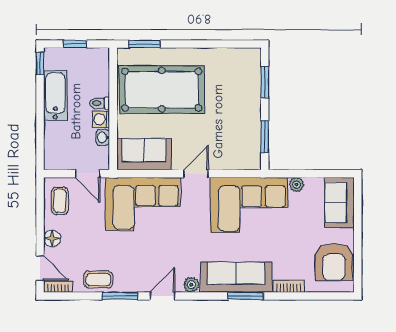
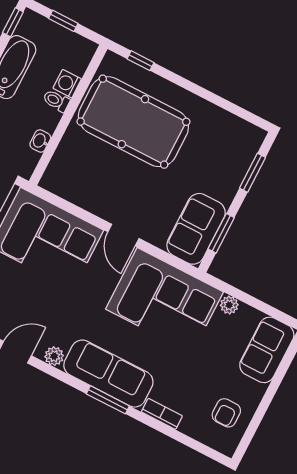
window: (145, 44) -> (141, 61), width x0.67
washing machine: (101, 119) -> (67, 84), moved
sofa: (144, 154) -> (196, 229), moved, turned -90
door: (196, 174) -> (123, 235), swing flipped
armchair: (334, 262) -> (226, 413), width x0.53, depth x0.53

